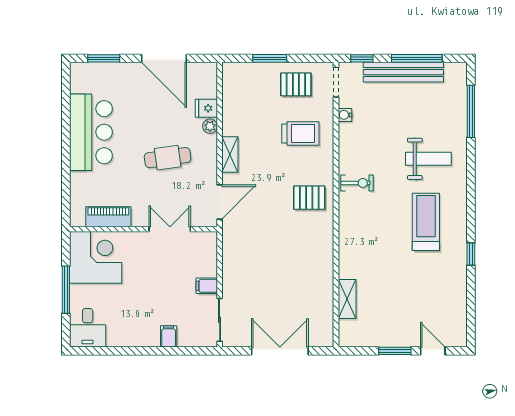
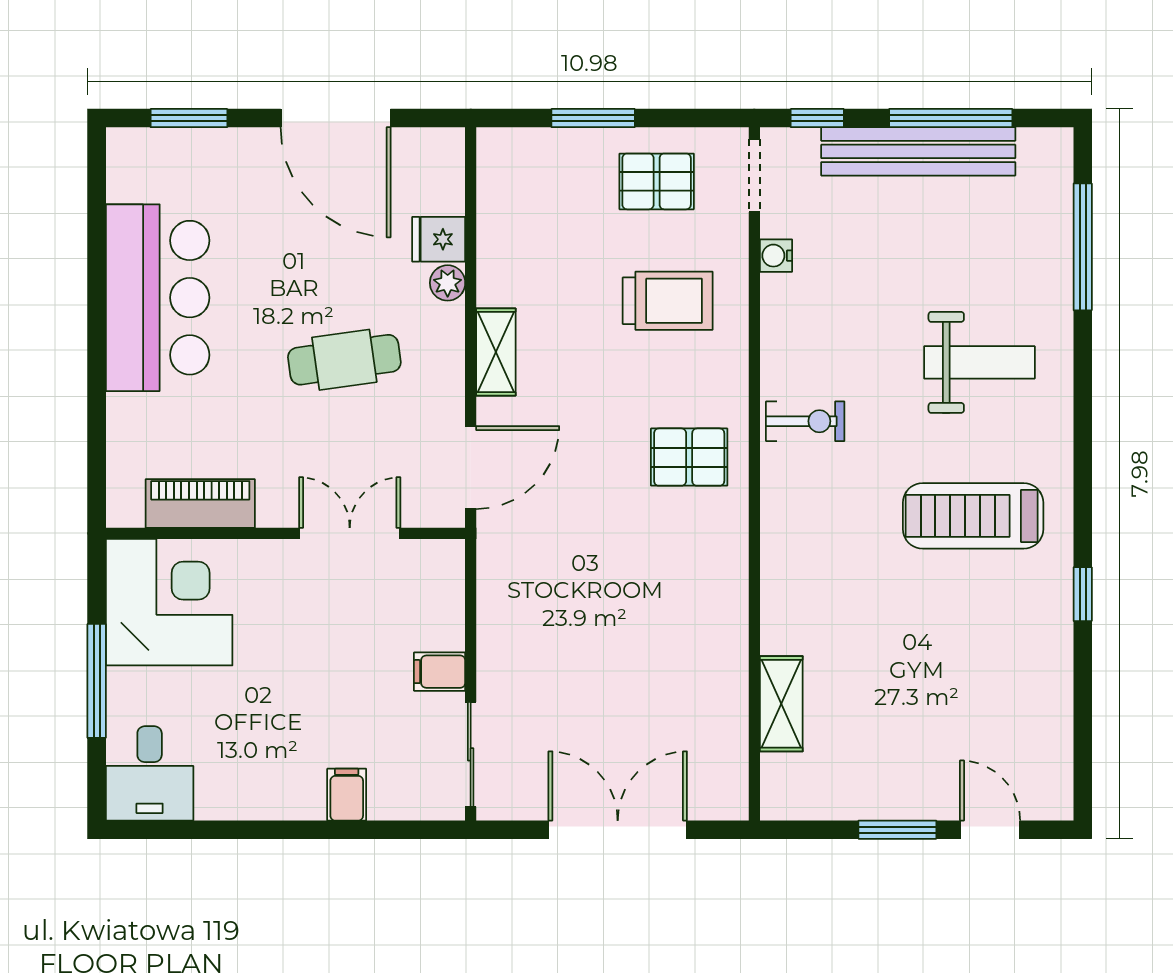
treadmill: (426, 222) -> (973, 516), turned -90

